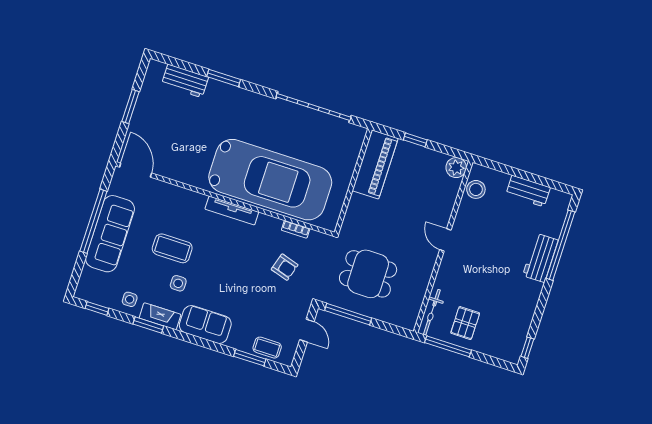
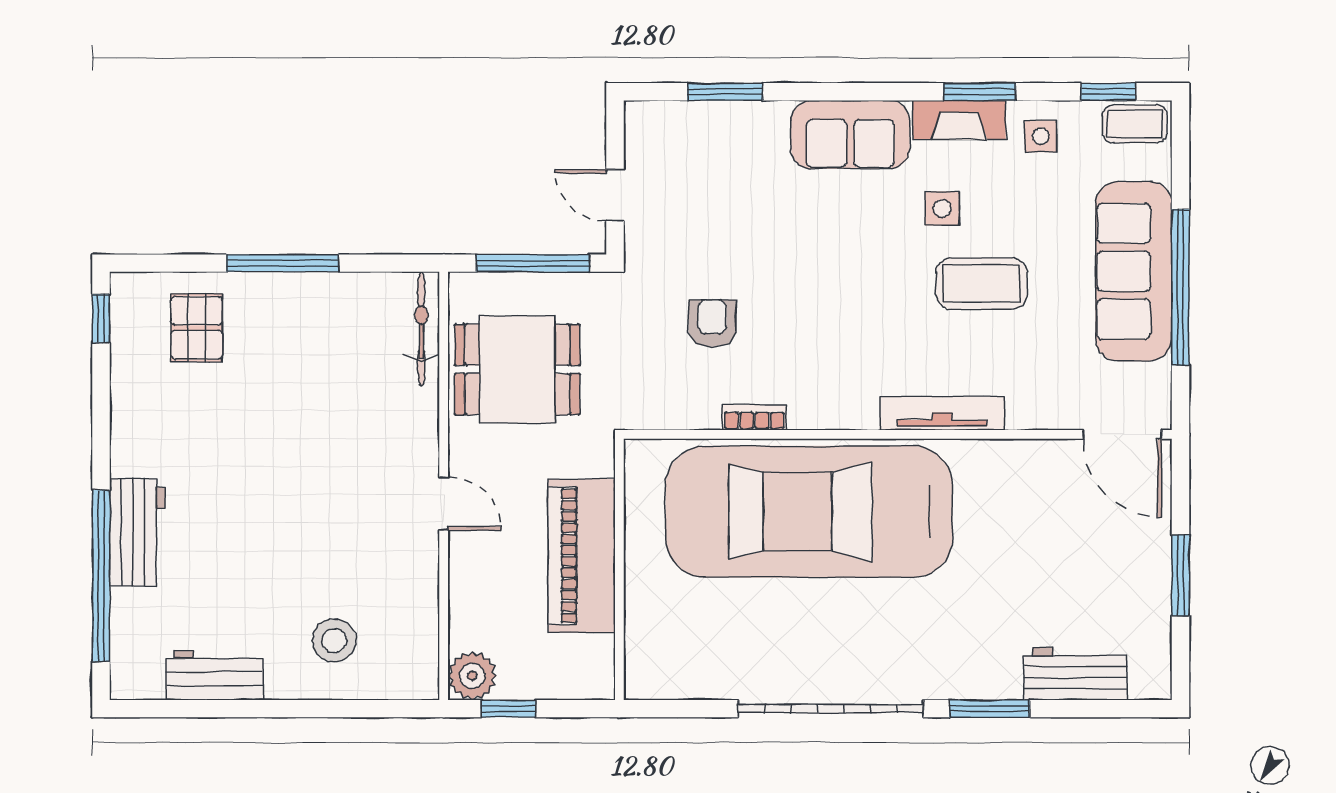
garage door: (313, 107) -> (831, 709), moved
piano: (375, 164) -> (582, 556), moved
plant: (456, 168) -> (472, 676), moved
tv unit: (232, 211) -> (942, 413), moved
bookcase: (296, 229) -> (754, 417), moved
door: (445, 240) -> (444, 503), moved
wall: (443, 247) -> (444, 486), moved
armchair: (285, 267) -> (712, 323), turned 73
bicycle: (432, 312) -> (421, 329), moved
pallet: (465, 323) -> (197, 328), moved
coffee table: (267, 348) -> (1135, 124), moved

